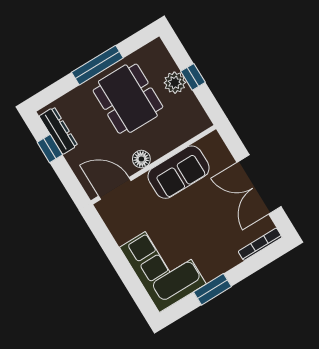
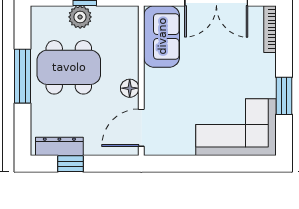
sofa: (179, 172) -> (162, 36), moved

